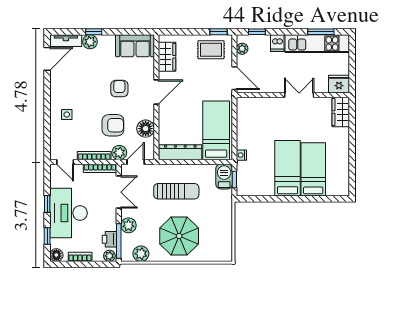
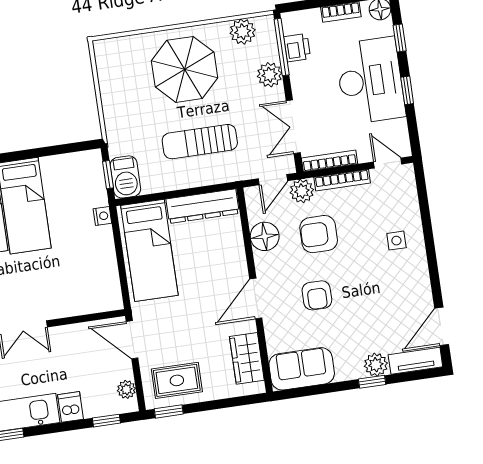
plant: (109, 256) -> (293, 21), removed

